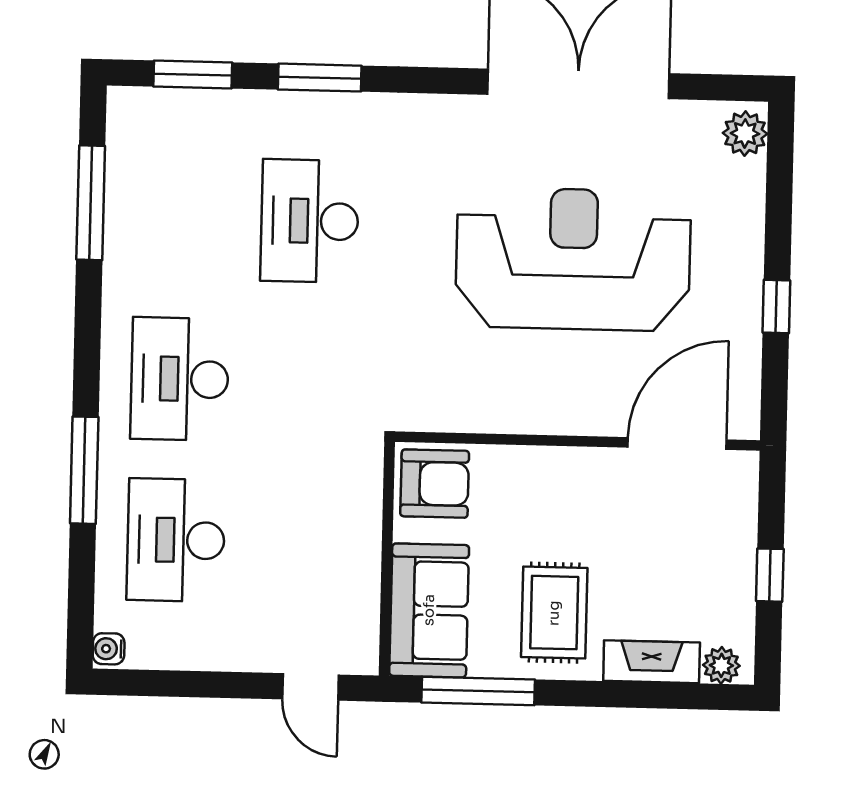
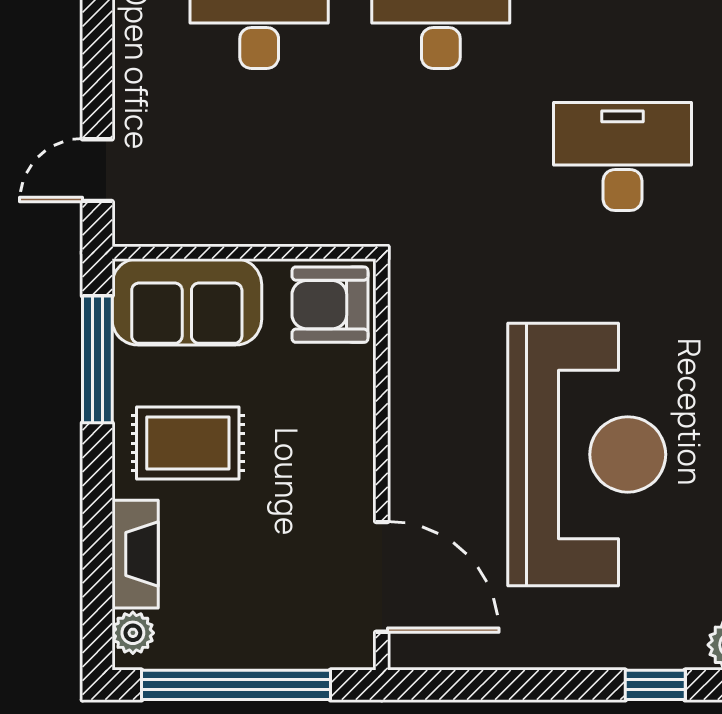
window: (776, 306) -> (655, 685), moved
armchair: (435, 484) -> (330, 305), turned 90
window: (770, 575) -> (236, 685), width x3.17

